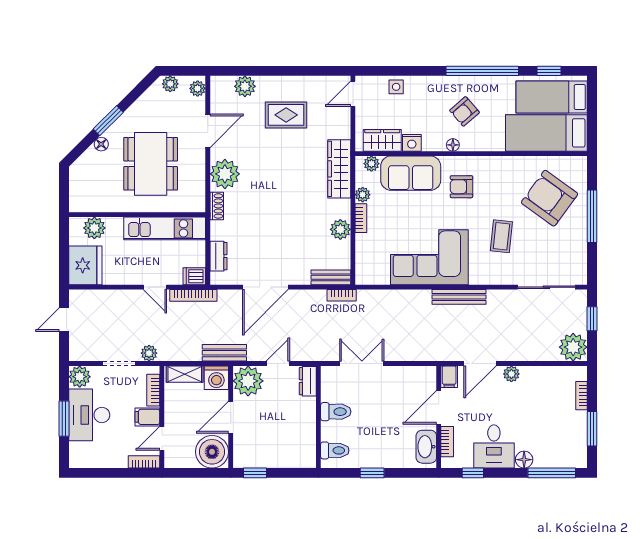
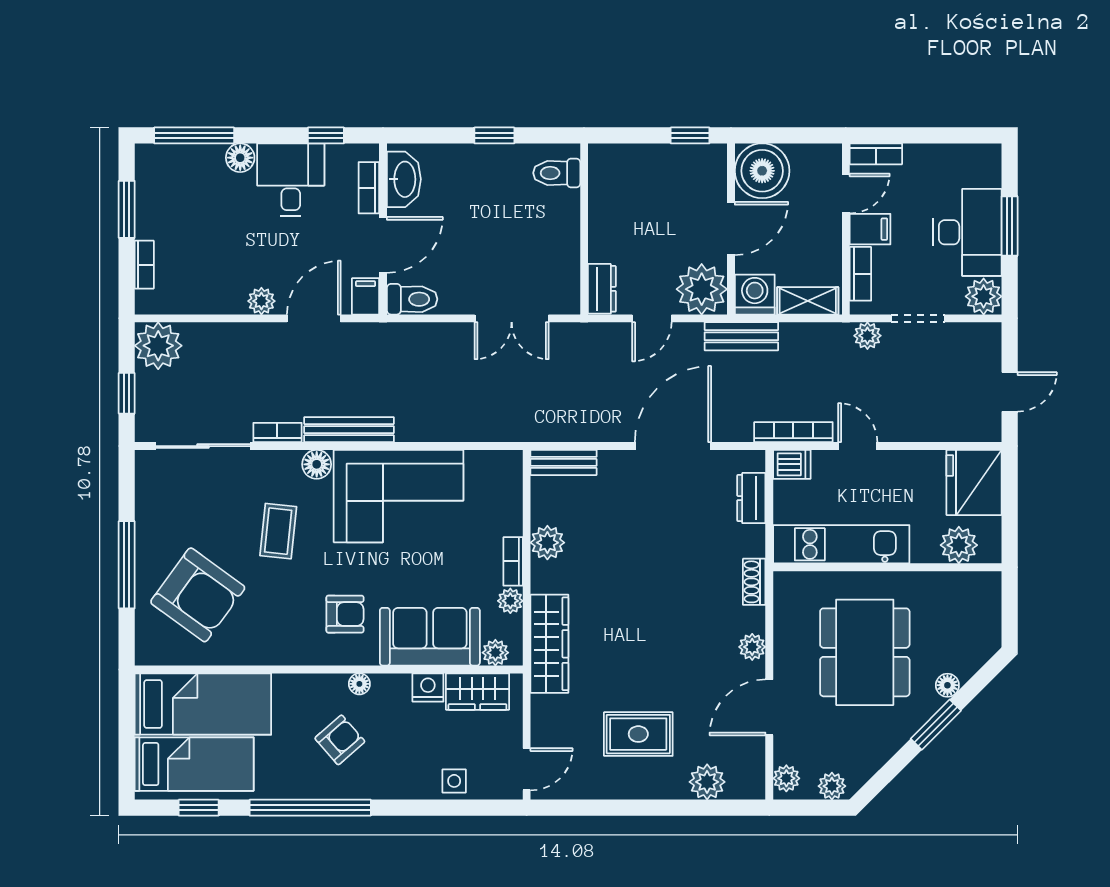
plant: (225, 174) -> (752, 647), width x0.53, depth x0.53
floor lamp: (478, 276) -> (317, 464), added
bookcase: (342, 295) -> (277, 433), moved
toilet: (336, 412) -> (412, 299), moved, turned 180

